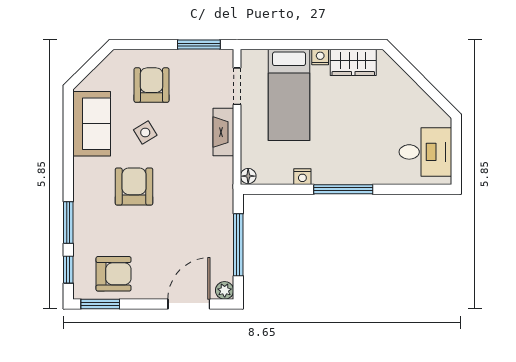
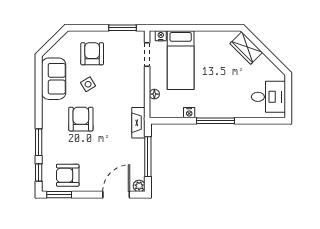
nightstand: (320, 57) -> (161, 36), moved
wardrobe: (353, 62) -> (246, 48), moved, turned 45
fireplace: (223, 132) -> (138, 123), moved
floor lamp: (248, 176) -> (154, 94), moved
armchair: (114, 274) -> (68, 175), turned 180

